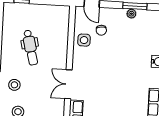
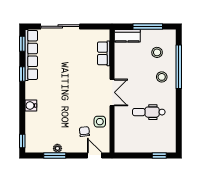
dental chair: (30, 48) -> (149, 112), turned -76
double door: (68, 84) -> (112, 92), moved

